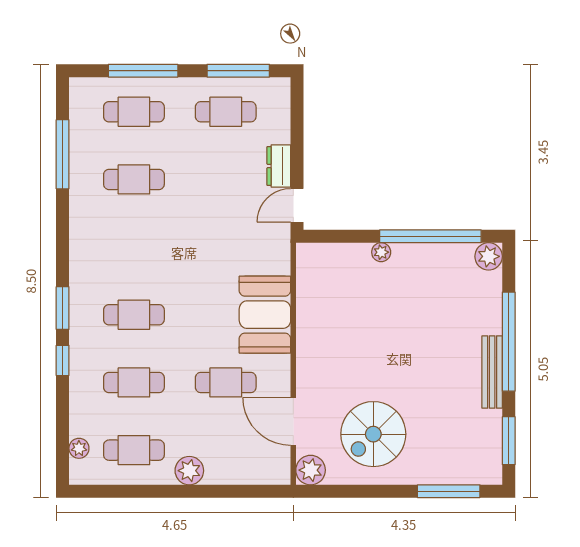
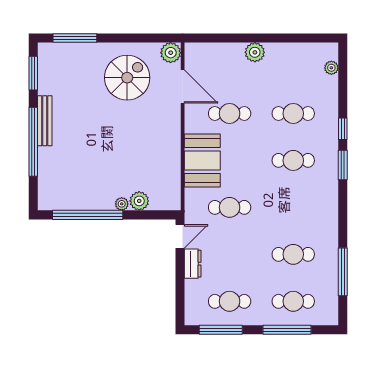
plant: (489, 256) -> (139, 201), moved
cafe table: (134, 450) -> (230, 207), moved

